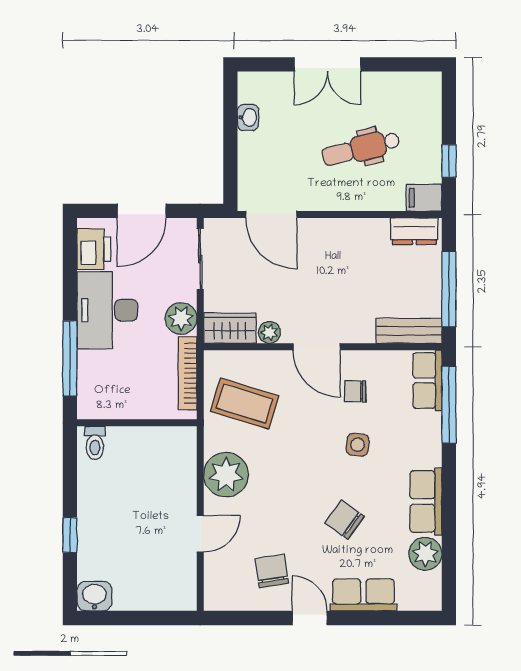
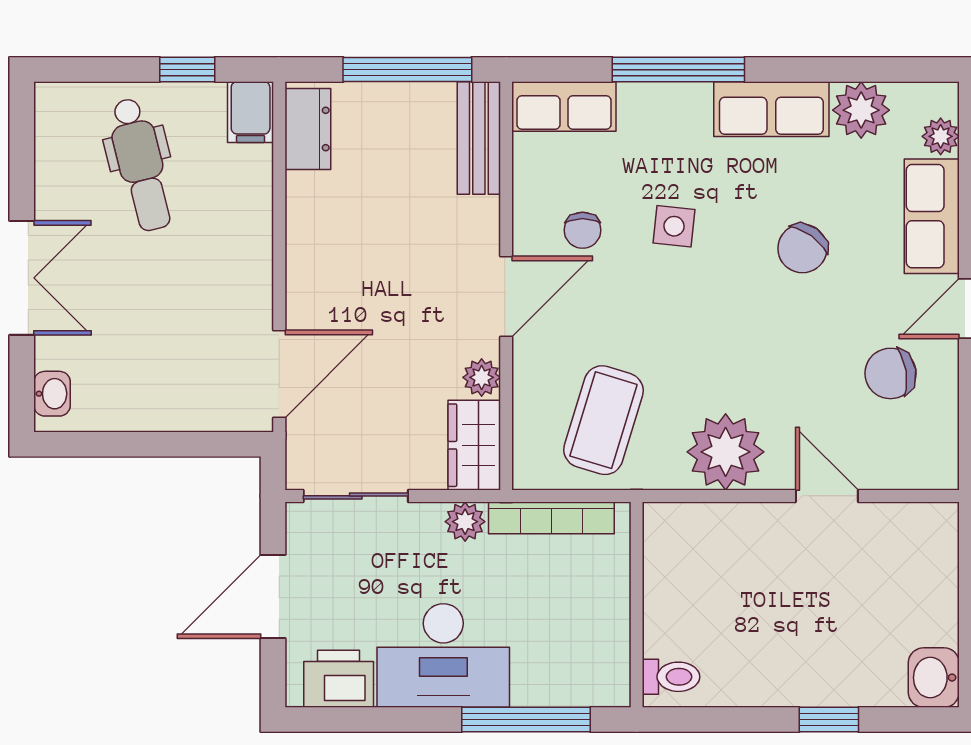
washbasin: (248, 117) -> (52, 394), moved, turned 90
dental chair: (361, 148) -> (141, 164), moved
door: (142, 211) -> (273, 596), swing flipped
plant: (181, 318) -> (465, 522), width x0.73, depth x0.73
window: (449, 405) -> (678, 70), moved
plant: (410, 600) -> (941, 136), added

